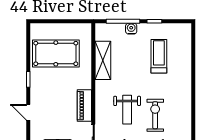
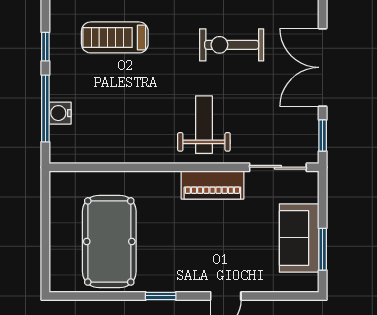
water cooler: (131, 29) -> (60, 113), moved
shelving: (103, 60) -> (123, 148), removed
weight bench: (127, 110) -> (204, 125), moved, turned -90

